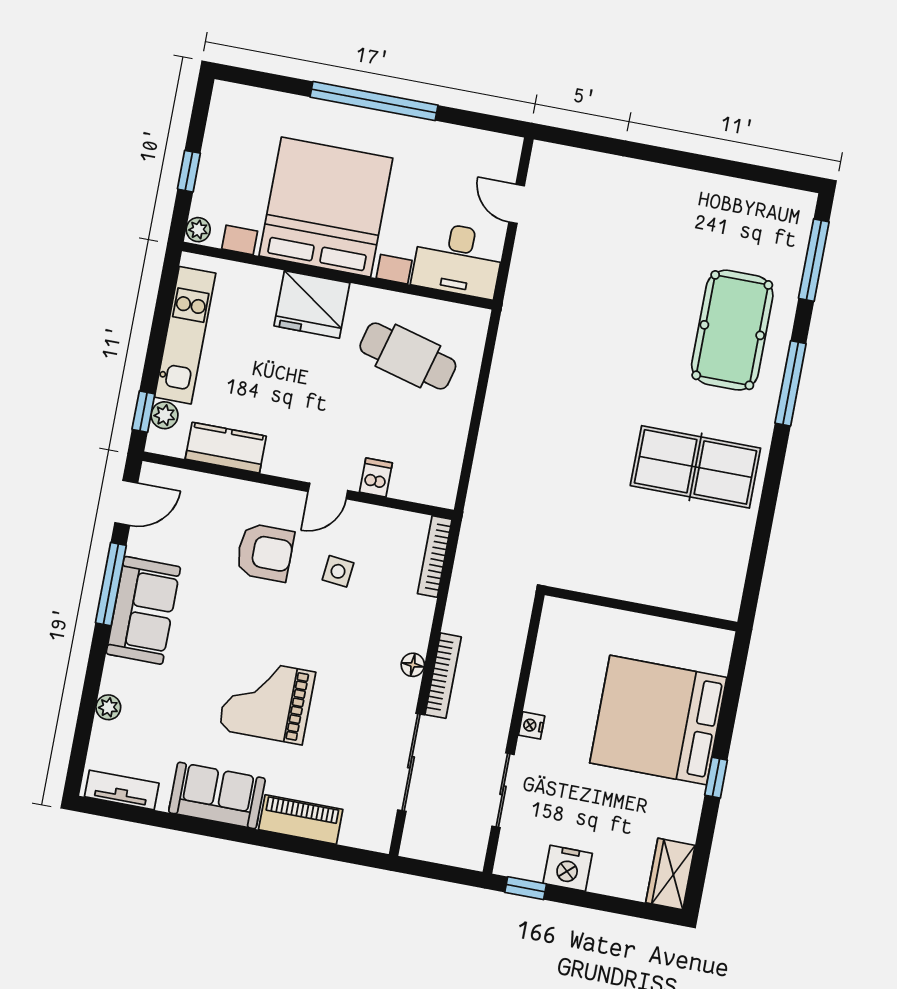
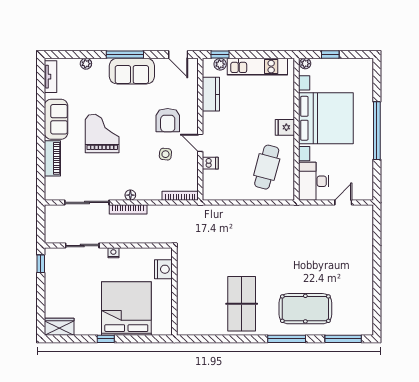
fridge: (312, 304) -> (285, 127), width x0.53, depth x0.75
window: (111, 584) -> (125, 55), moved
nightstand: (568, 868) -> (163, 269), moved, turned 180

